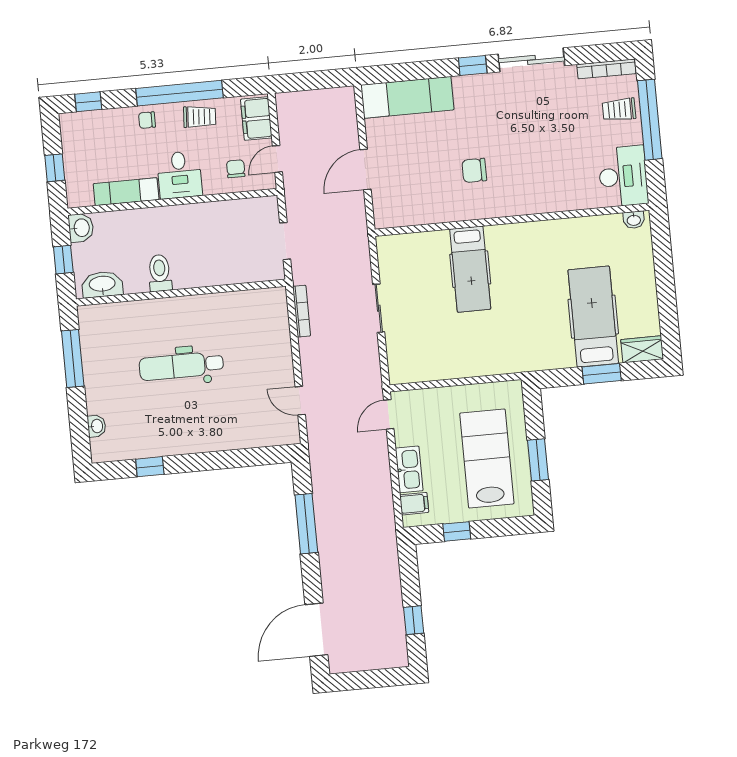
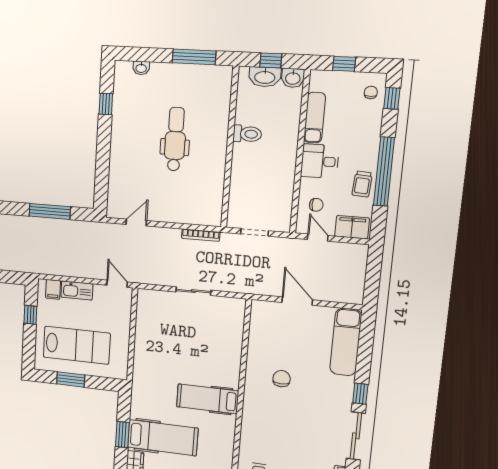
chair: (147, 120) -> (371, 92), moved
hospital bed: (470, 269) -> (207, 399), moved
washbasin: (102, 284) -> (265, 77), moved, turned 90

